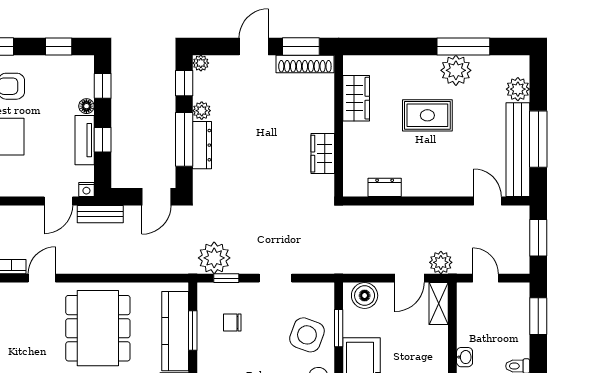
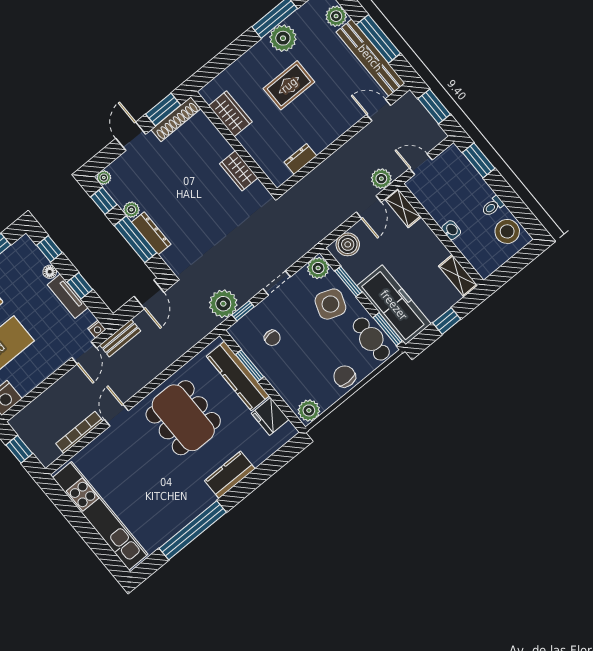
plant: (322, 295) -> (318, 268), added
chair: (232, 323) -> (272, 338), turned -93

